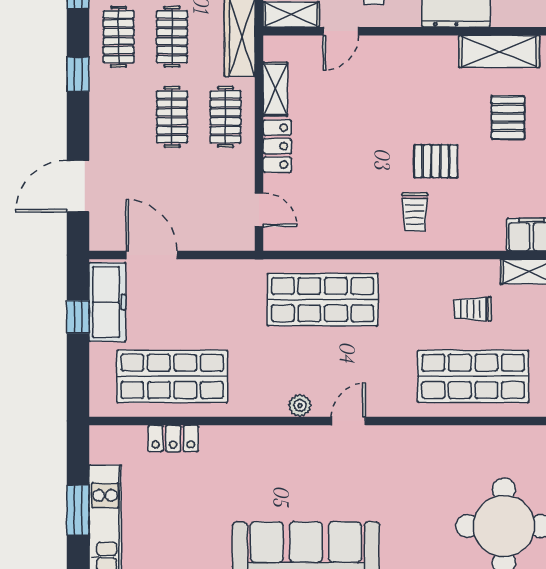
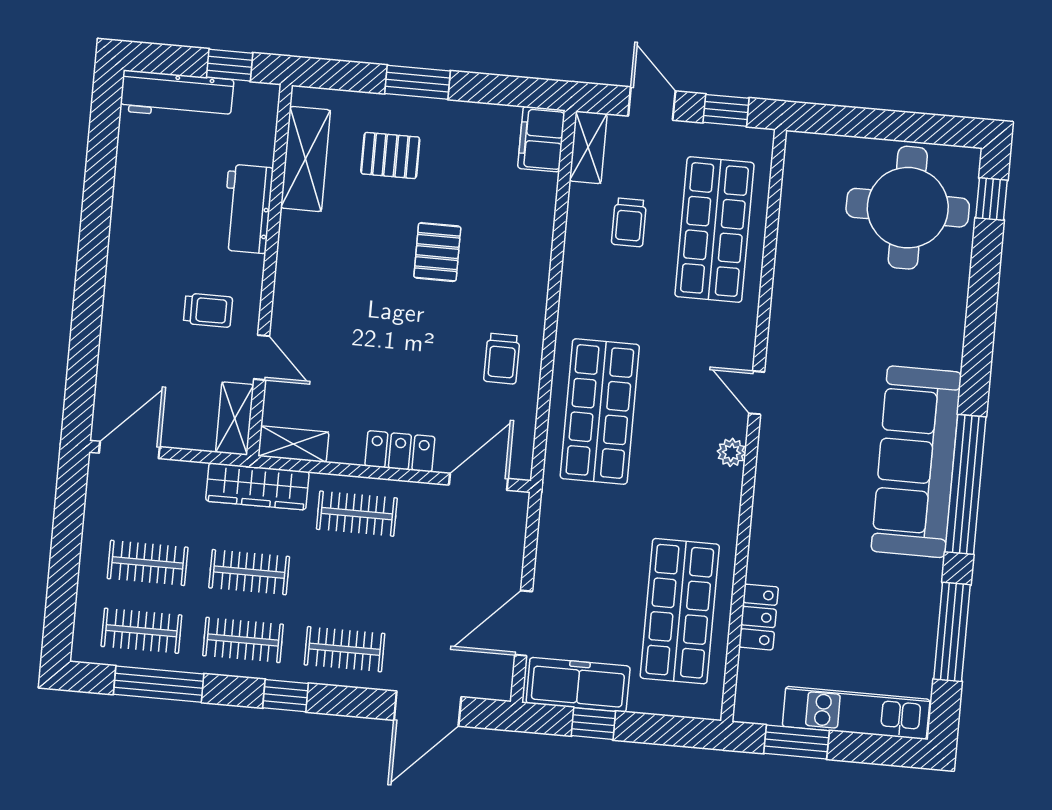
shelving: (275, 89) -> (293, 444), moved
clothes rail: (172, 117) -> (345, 649), moved
door: (78, 186) -> (428, 709), hinge flipped
door: (259, 210) -> (478, 482), width x1.38
trolley: (415, 212) -> (502, 359), moved, turned 90
window: (78, 510) -> (796, 742), moved

